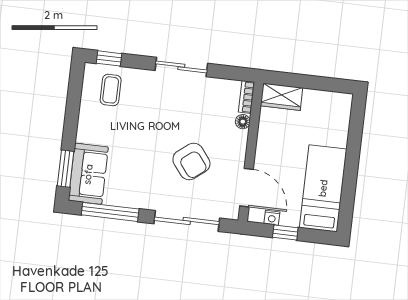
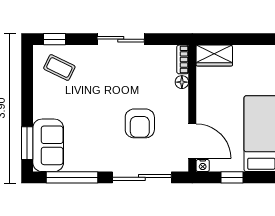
coffee table: (111, 90) -> (59, 67), turned -64
armchair: (191, 161) -> (140, 123), turned 38
nightstand: (272, 218) -> (203, 166), moved

